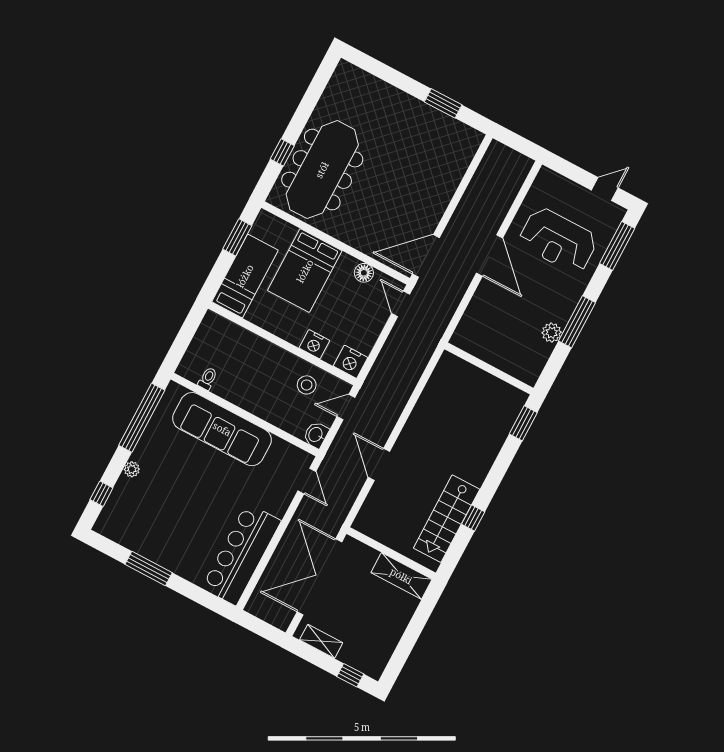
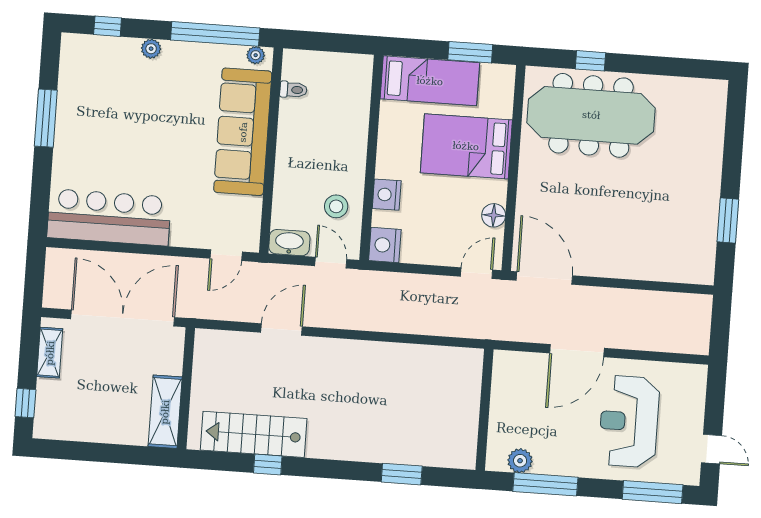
wall: (489, 368) -> (485, 410), moved
plant: (170, 395) -> (256, 55), added
washbasin: (316, 435) -> (289, 243), width x1.38

